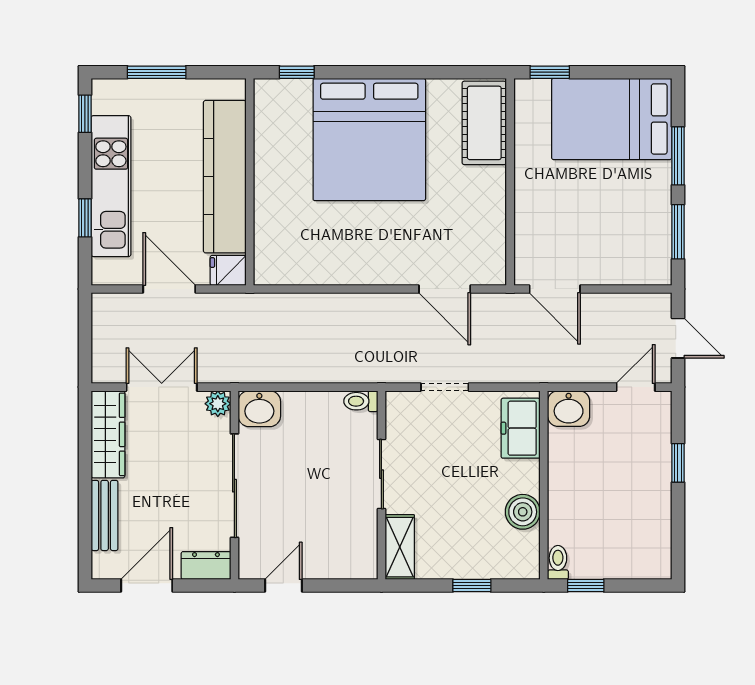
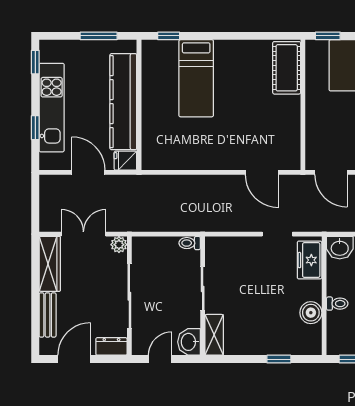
window: (157, 72) -> (99, 36), moved
bed: (369, 140) -> (196, 78), width x0.49
doorway: (445, 387) -> (277, 234), moved
toilet: (361, 401) -> (190, 243), moved
washbasin: (259, 409) -> (189, 342), moved, turned 90
sliding door: (381, 474) -> (203, 289), moved
wall: (381, 485) -> (203, 296), moved
shelving: (400, 547) -> (214, 335), moved
toilet: (558, 562) -> (337, 304), moved, turned 90

